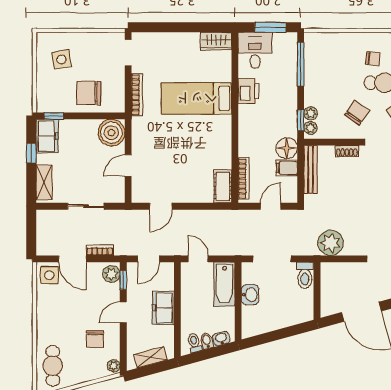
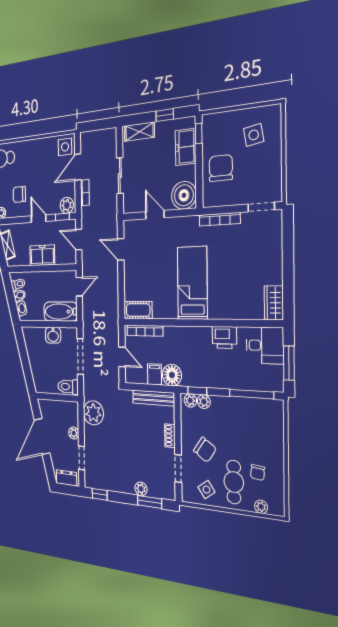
bed: (197, 98) -> (192, 283), moved
freezer: (47, 136) -> (186, 147), moved, turned 90
plant: (354, 269) -> (74, 433), added

